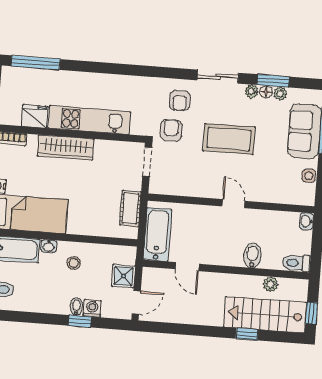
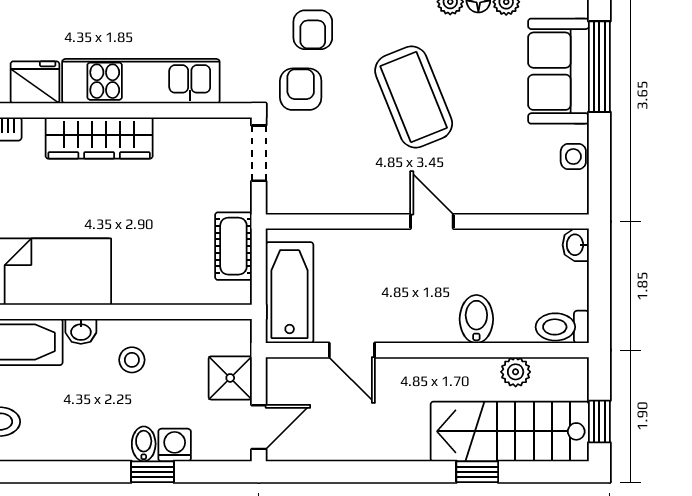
coffee table: (229, 139) -> (414, 97), turned 68

